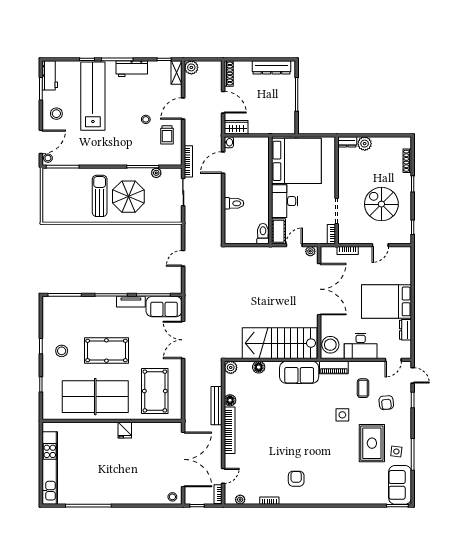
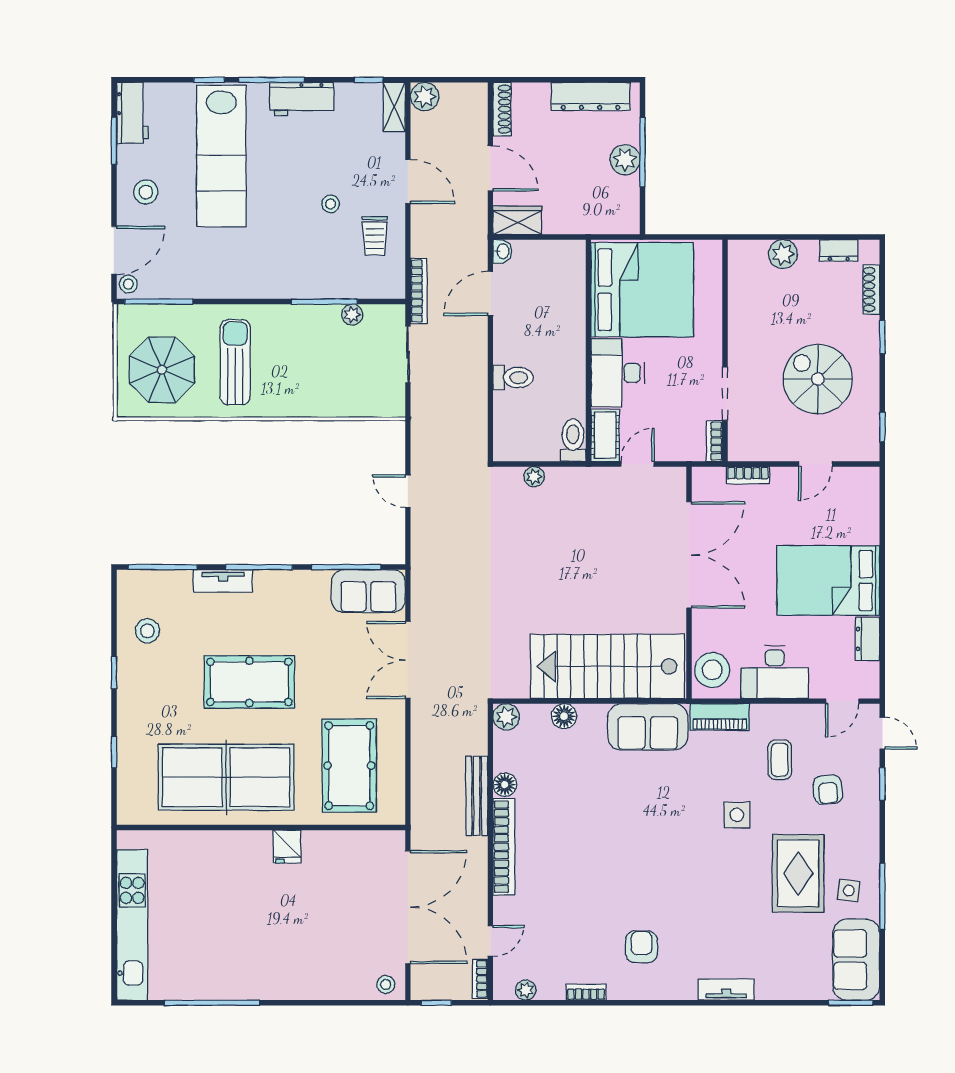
lab bench: (93, 96) -> (221, 156), turned 180
plant: (288, 98) -> (625, 160), added
door: (183, 108) -> (408, 181), swing flipped
dresser: (347, 142) -> (839, 250), moved
parasol: (128, 197) -> (162, 370), moved
plant: (310, 251) -> (534, 477), moved
door: (183, 258) -> (408, 491), hinge flipped
tv unit: (131, 302) -> (223, 581), moved
stool: (62, 351) -> (147, 631), moved
tv unit: (337, 499) -> (726, 990), added

